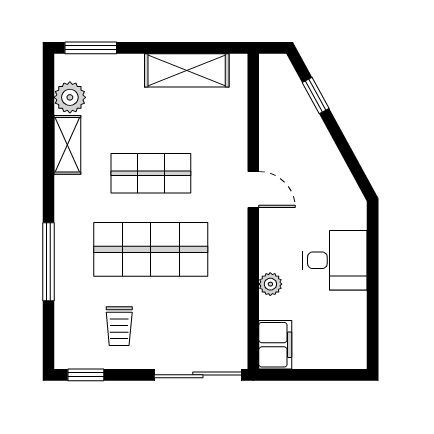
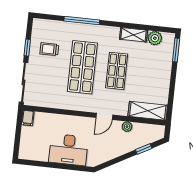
shelving: (187, 70) -> (148, 111), moved, turned 90
desk: (335, 260) -> (68, 150), width x1.37
plant: (270, 284) -> (127, 127), moved
filing cabinet: (275, 345) -> (28, 118), width x0.50
window: (86, 375) -> (27, 48), moved

